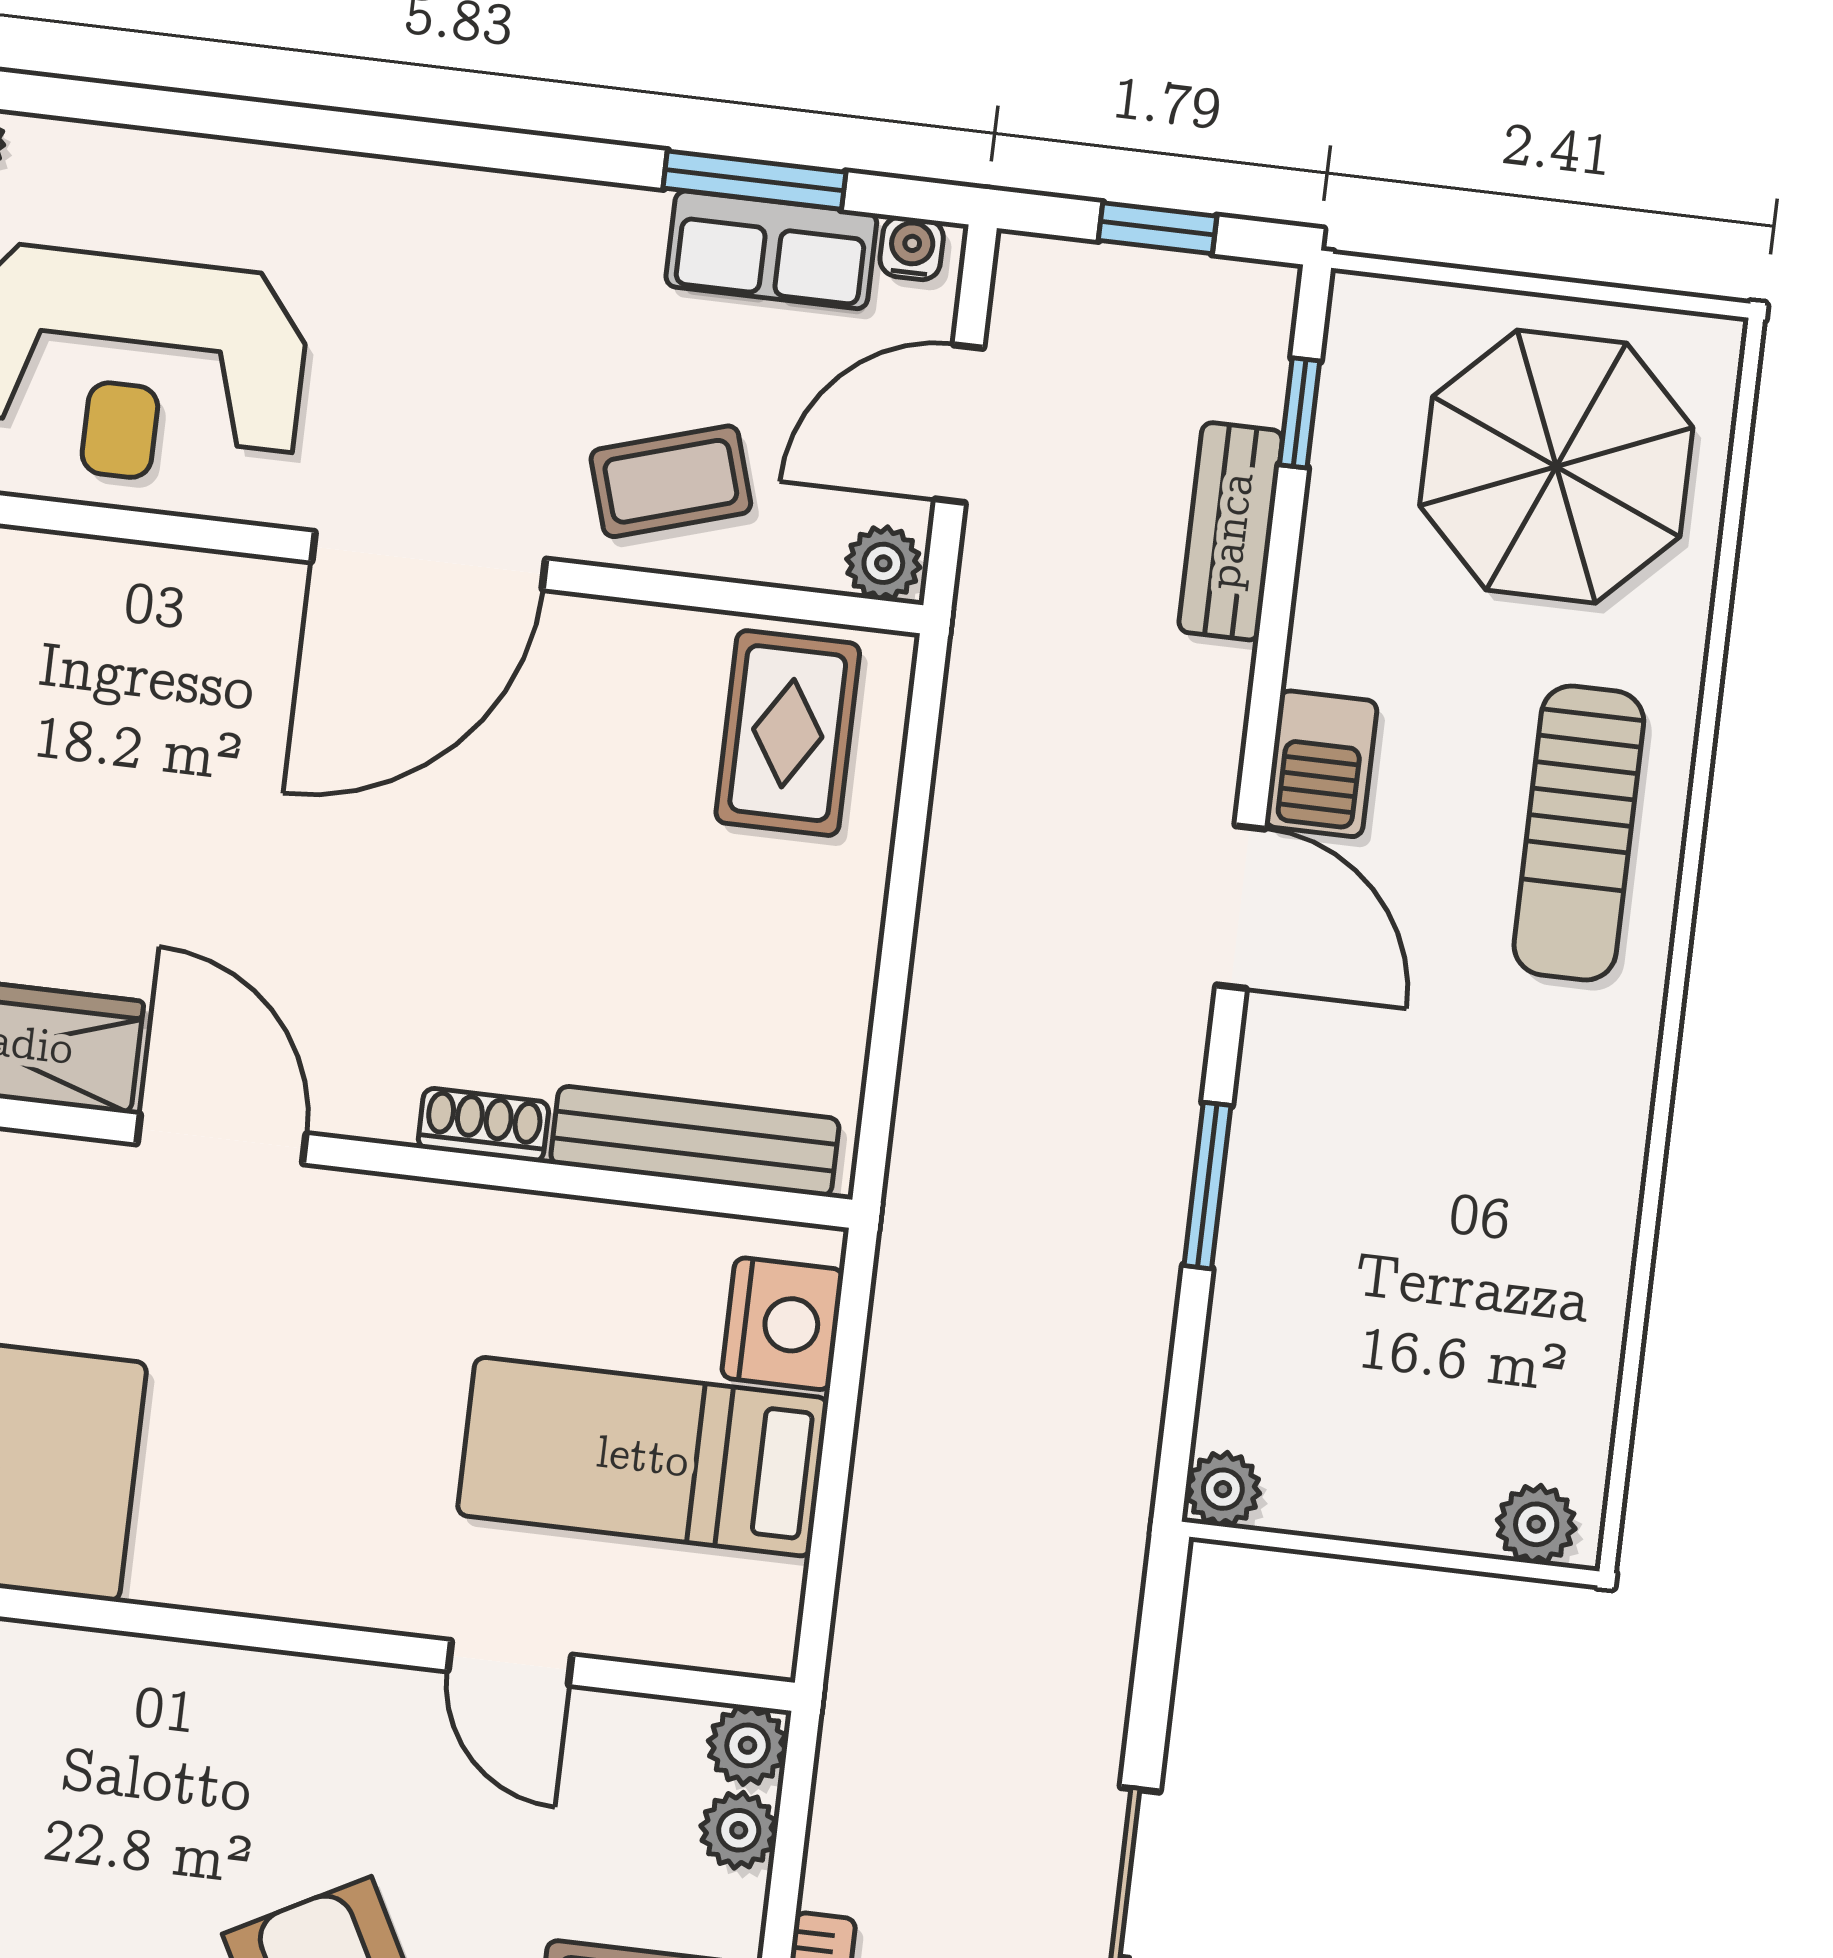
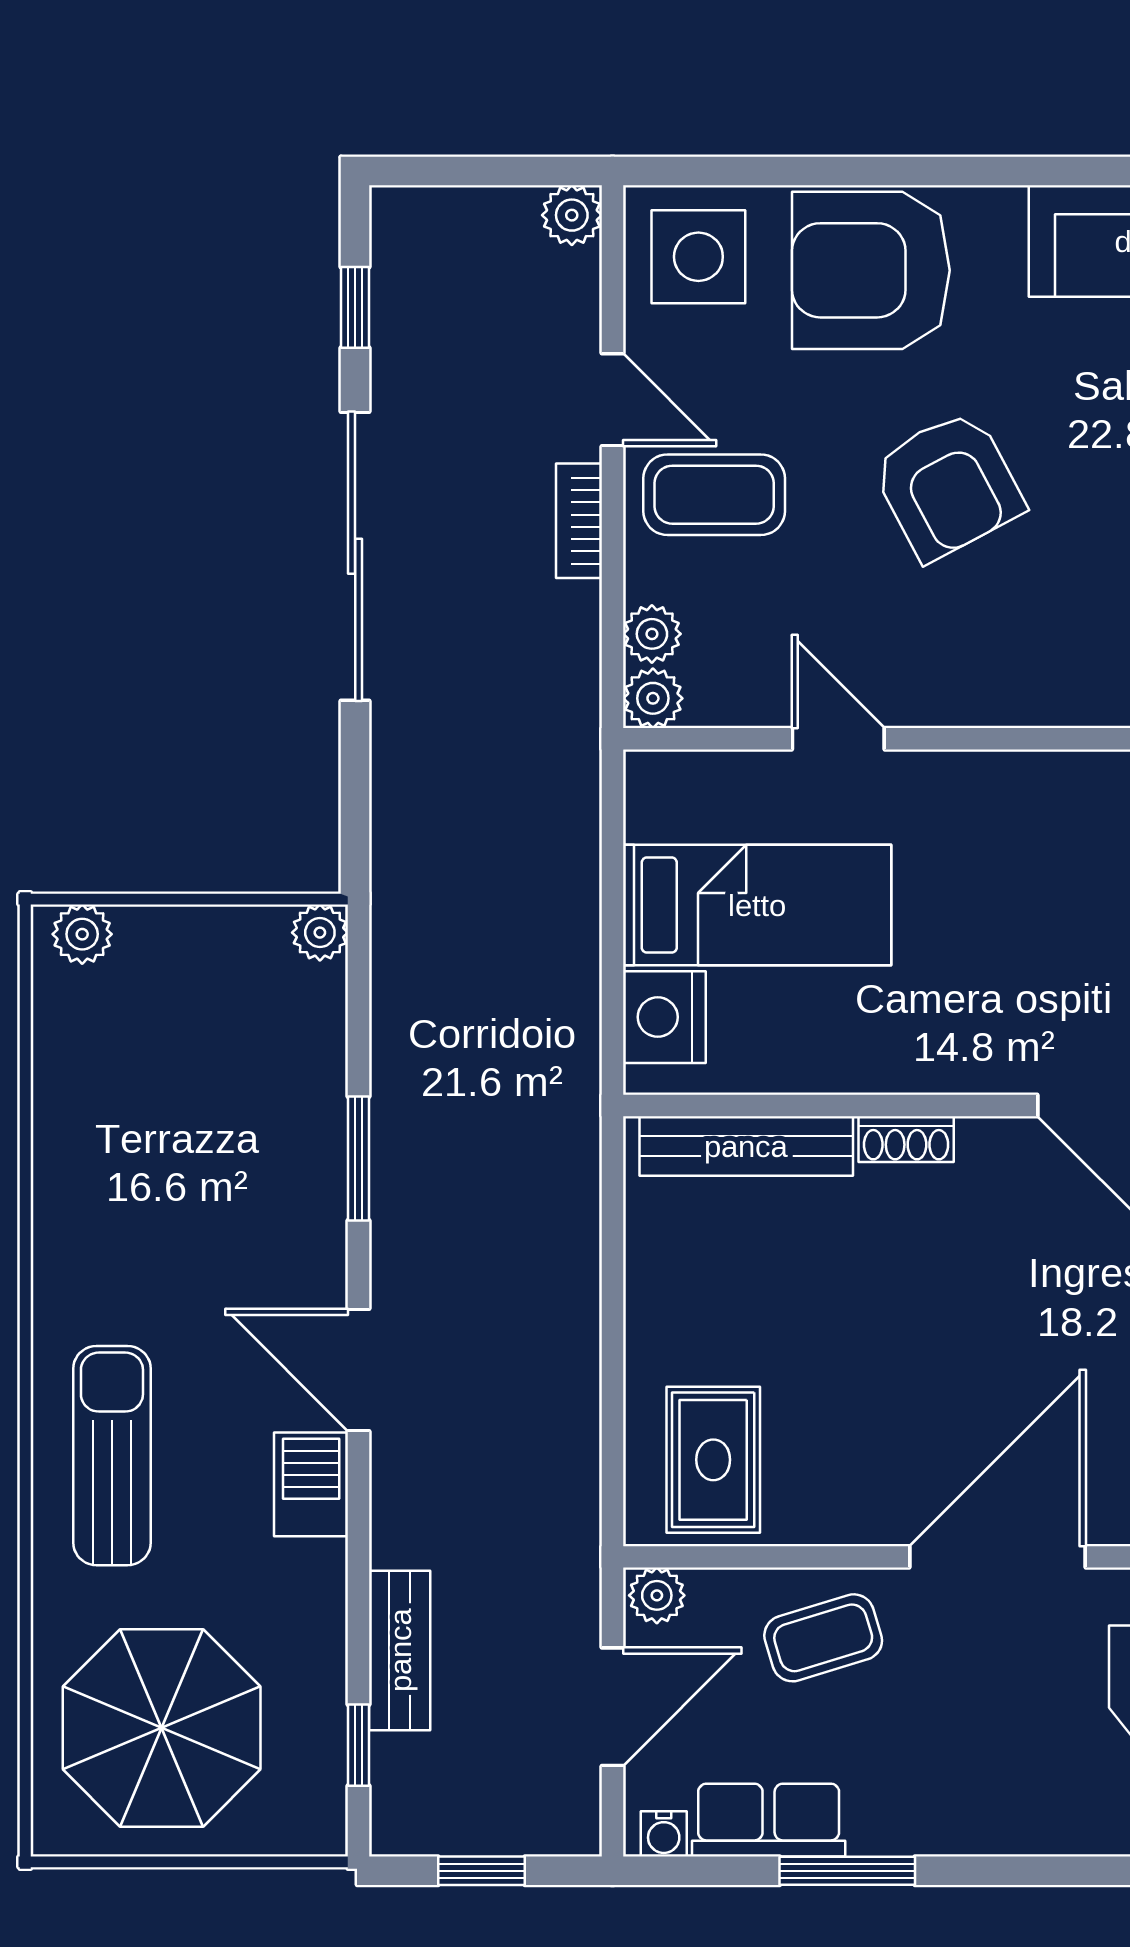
window: (754, 180) -> (847, 1871), moved

